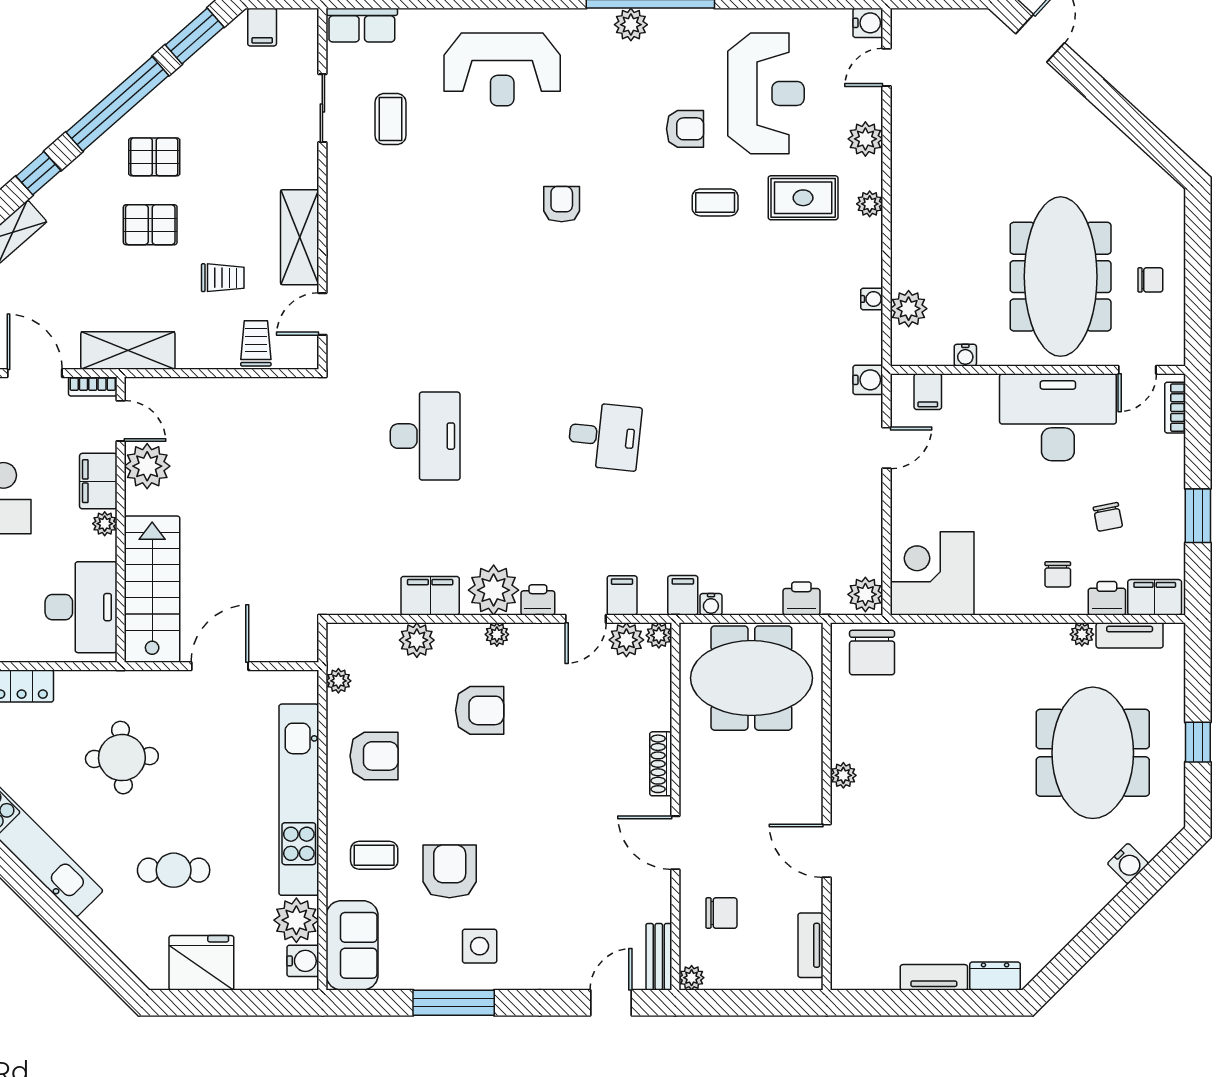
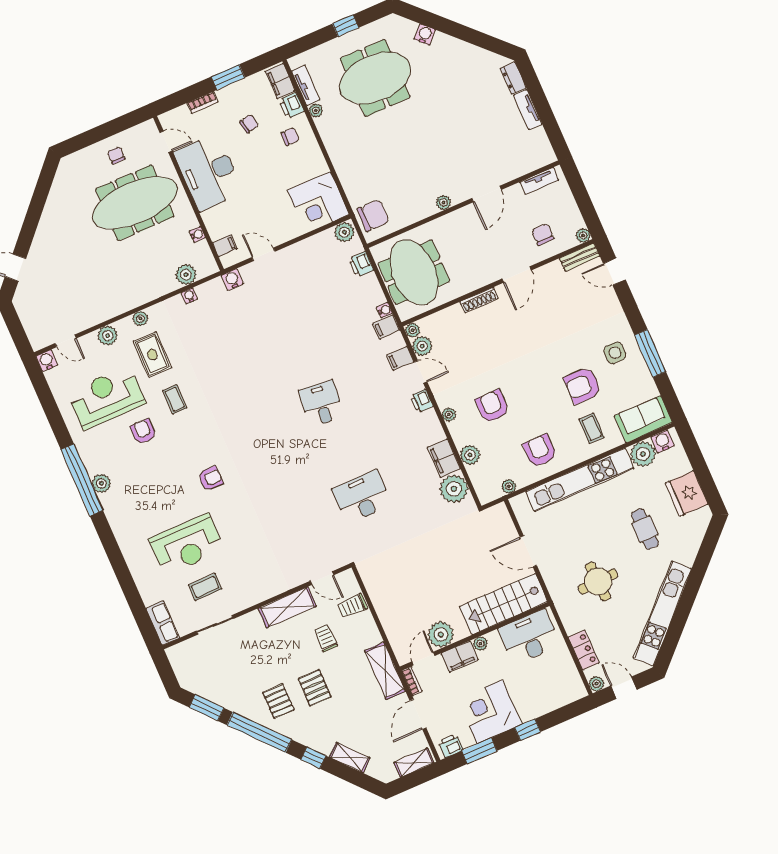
filing cabinet: (262, 27) -> (186, 675), removed
reception desk: (502, 69) -> (187, 544), moved, turned 90
armchair: (562, 204) -> (210, 479), turned 180
bookcase: (1175, 408) -> (202, 102), moved
plant: (494, 590) -> (454, 489), moved

